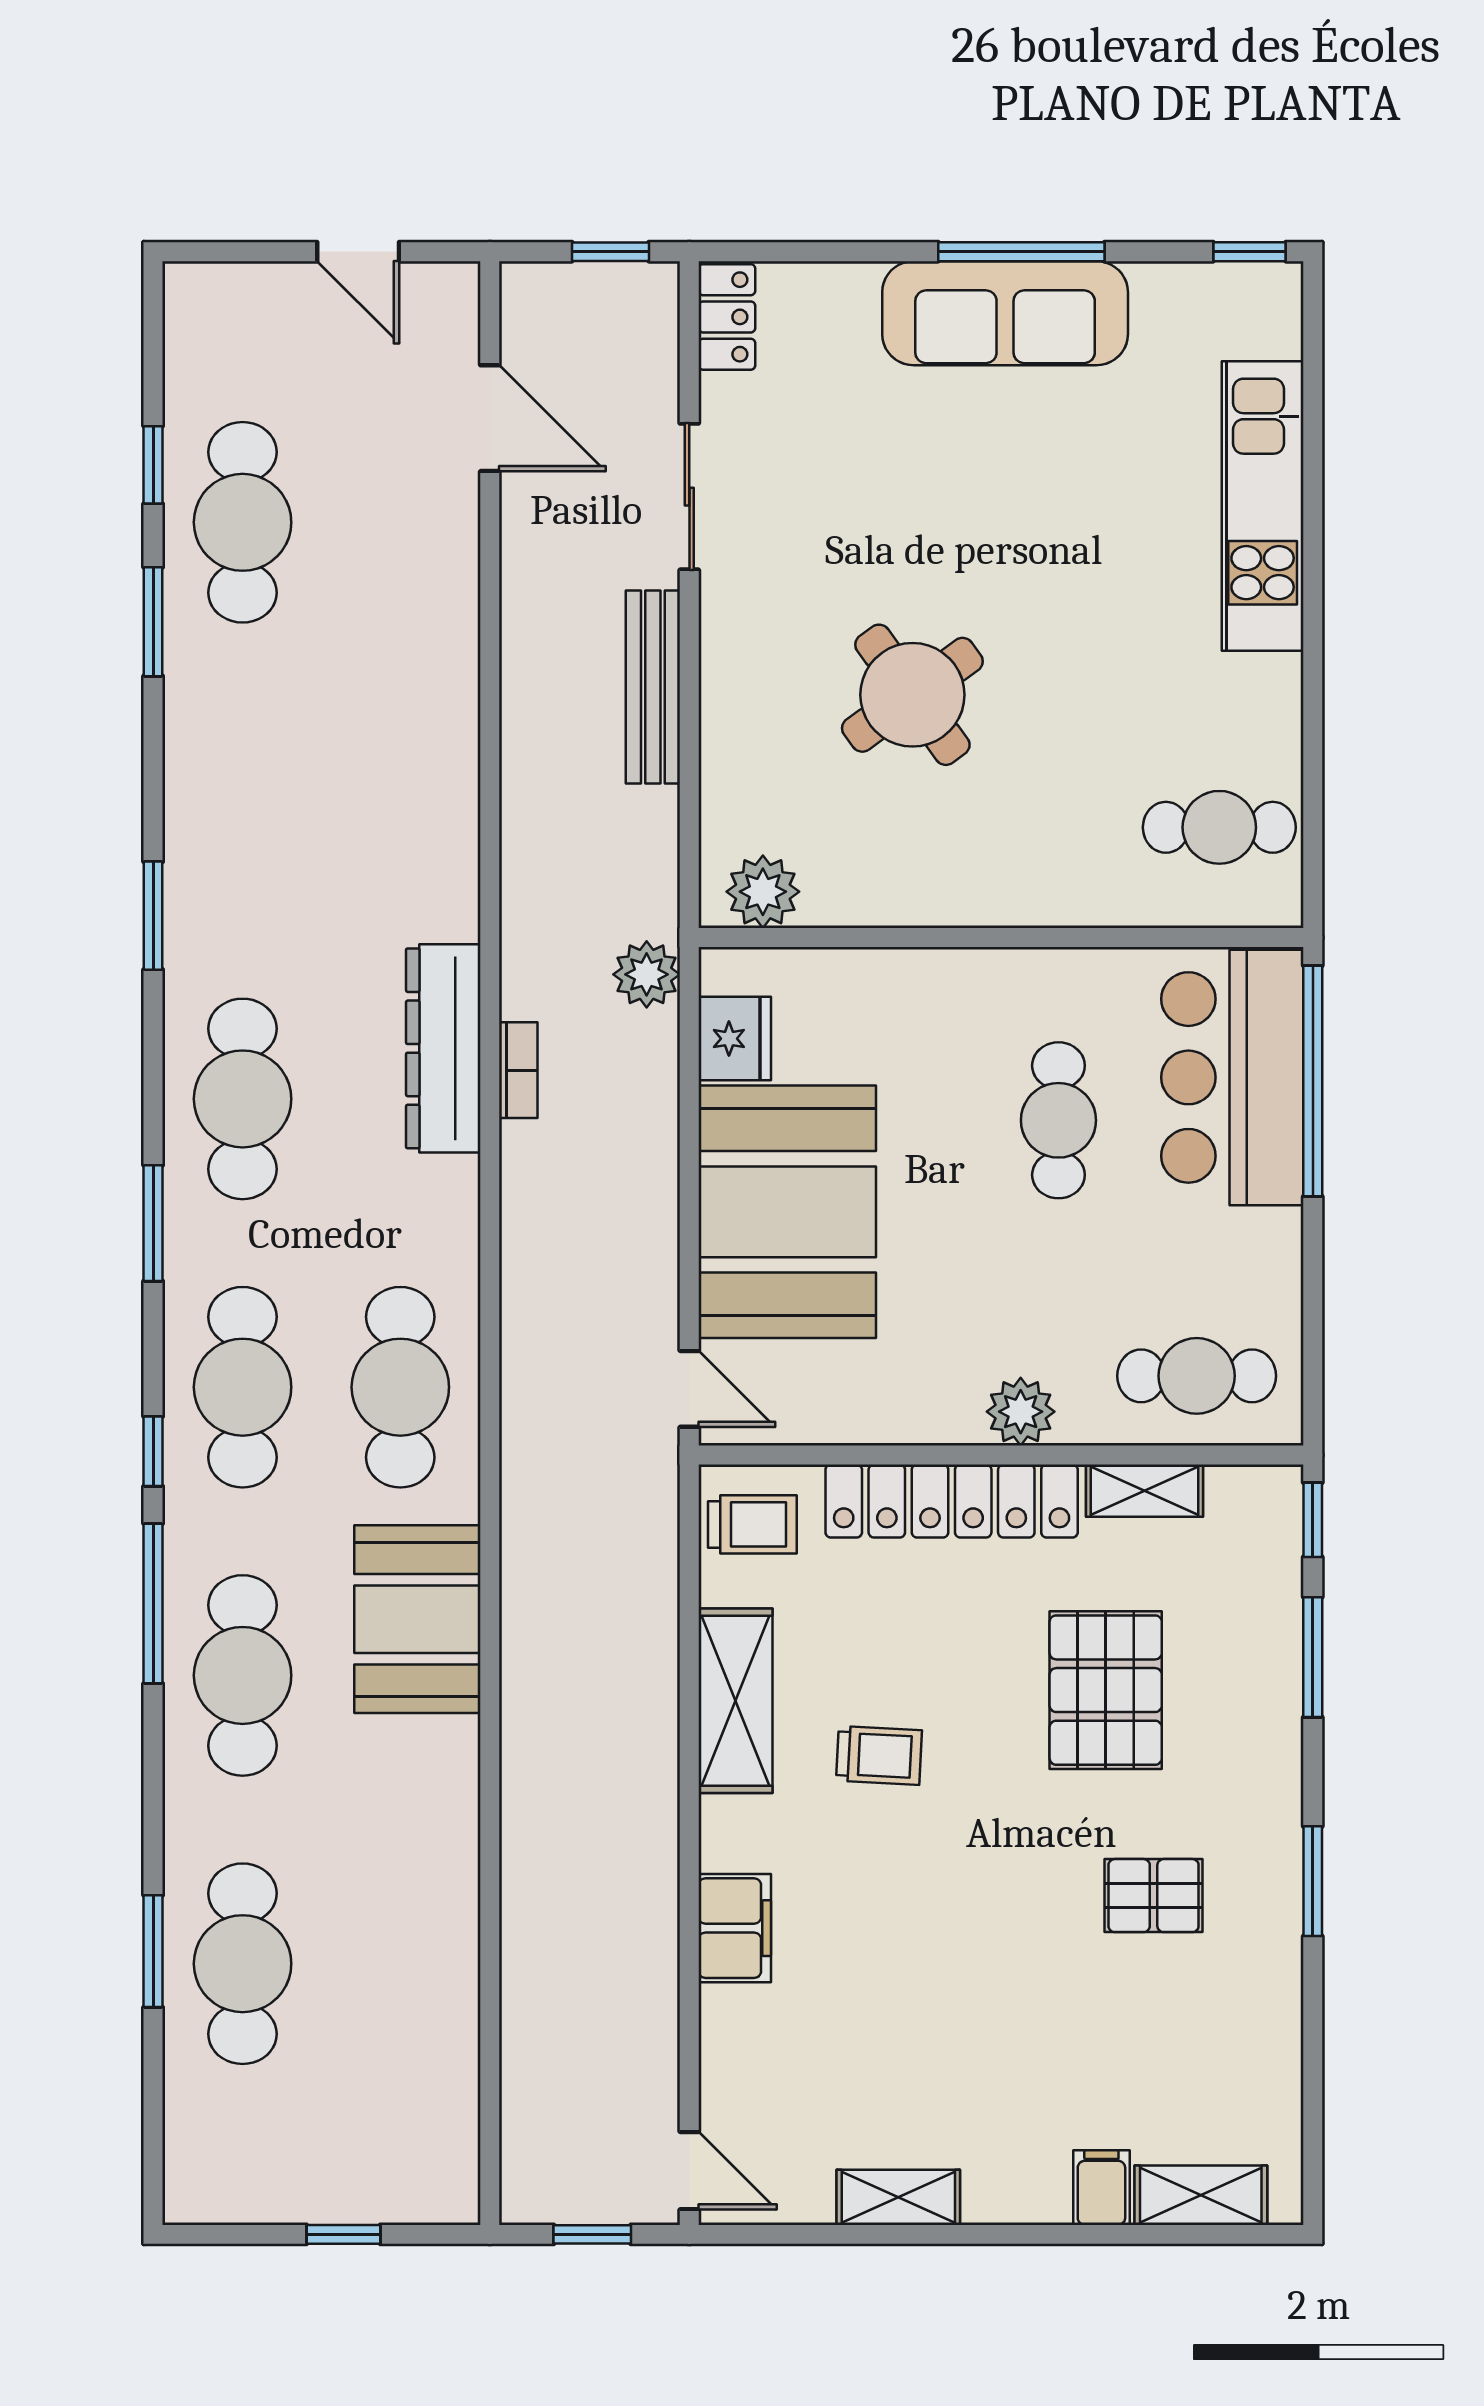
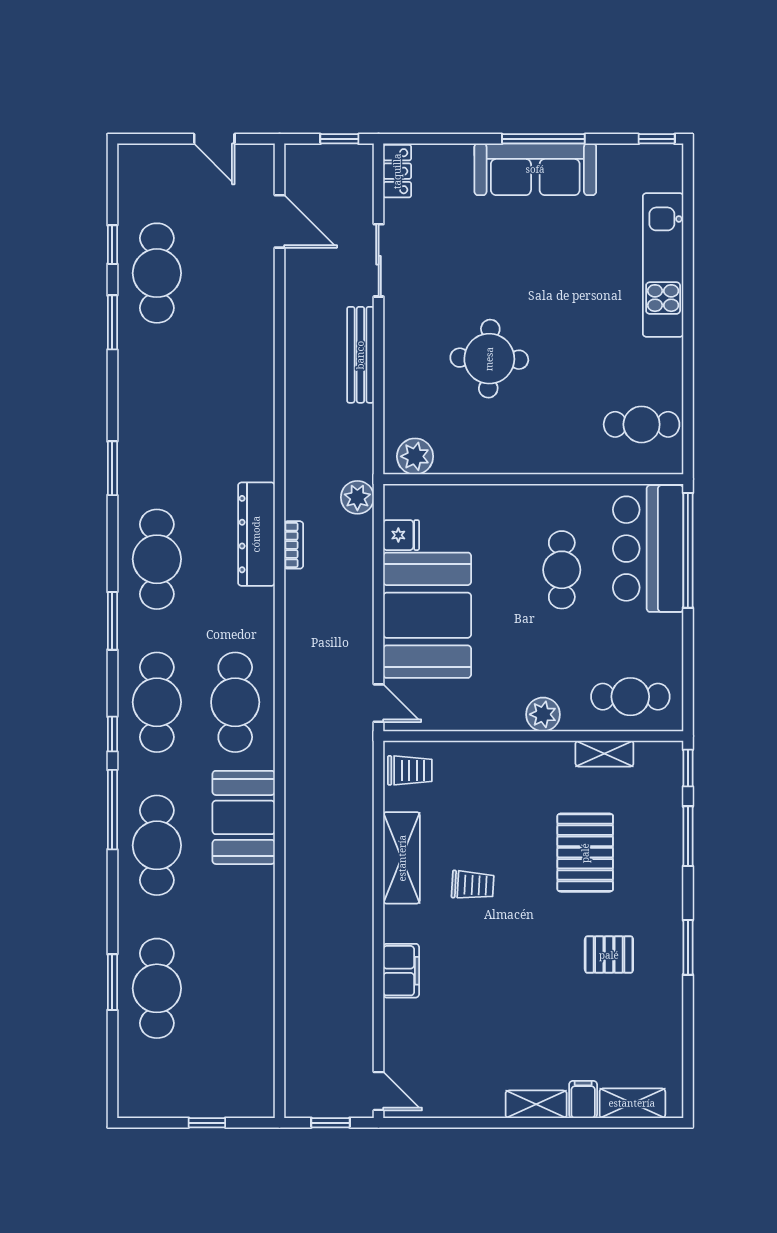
round table: (912, 695) -> (489, 359), turned 38
fridge: (735, 1039) -> (401, 535), width x0.72
locker: (952, 1501) -> (509, 759), removed
shelving: (898, 2197) -> (536, 1104), moved

